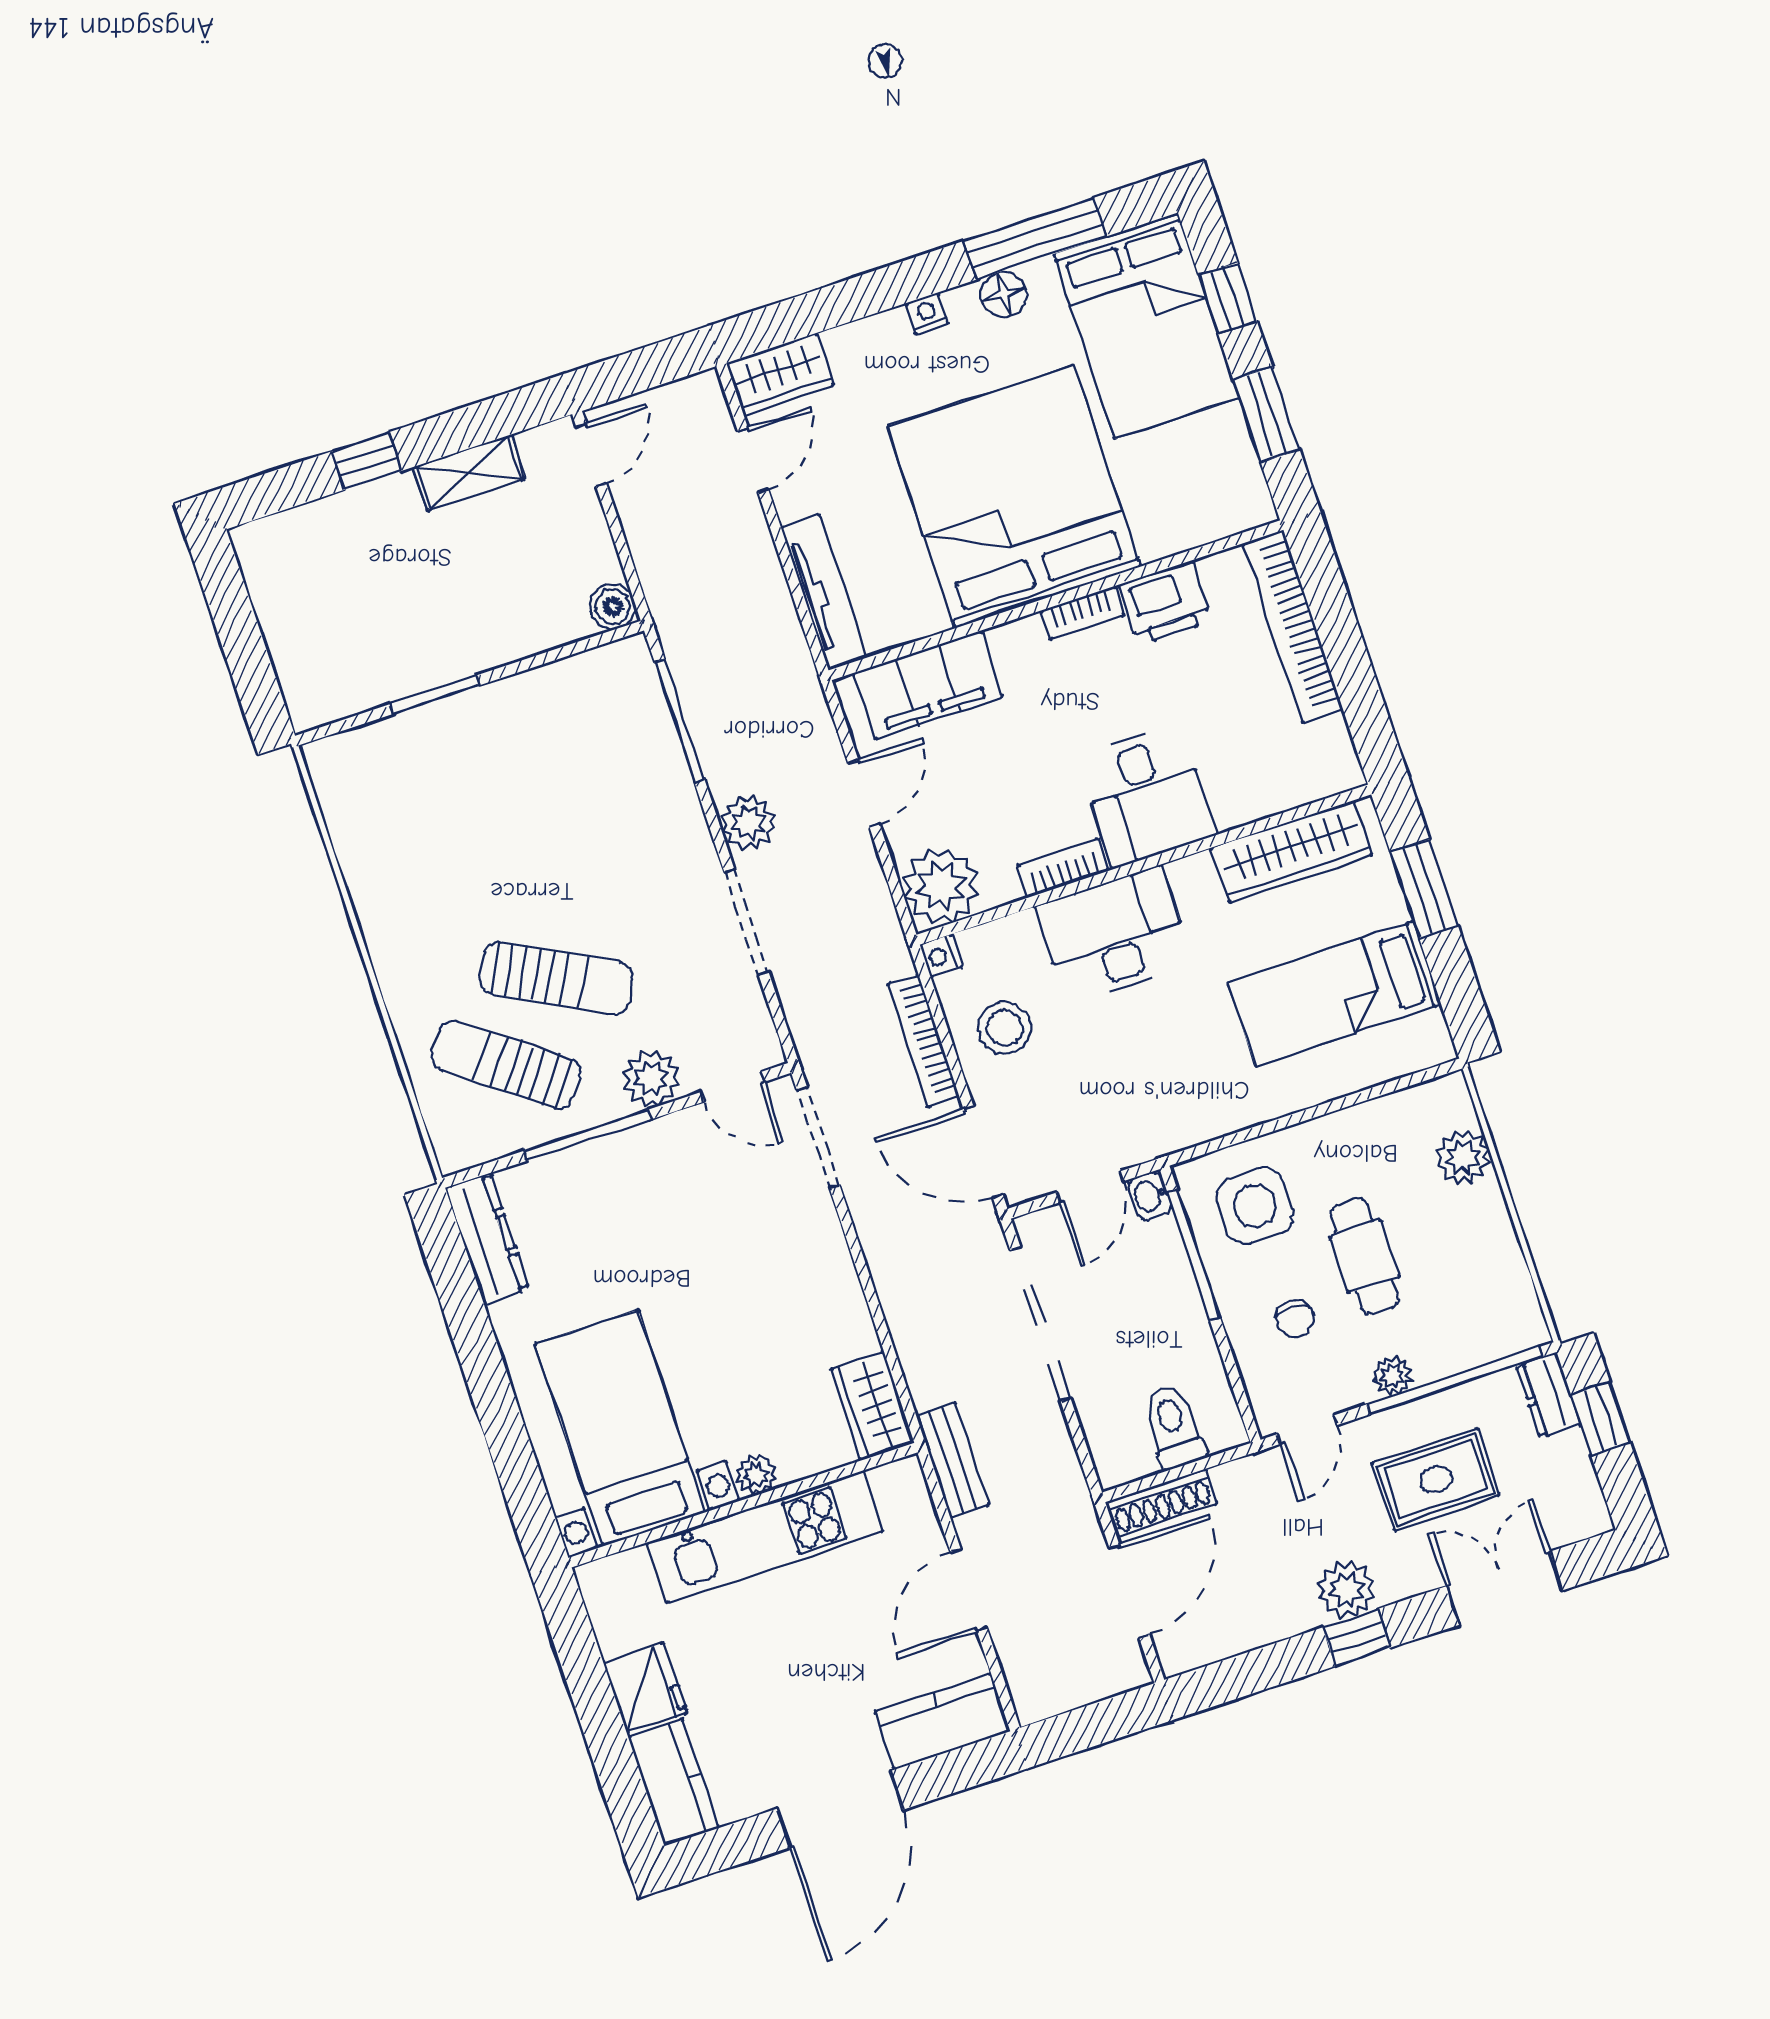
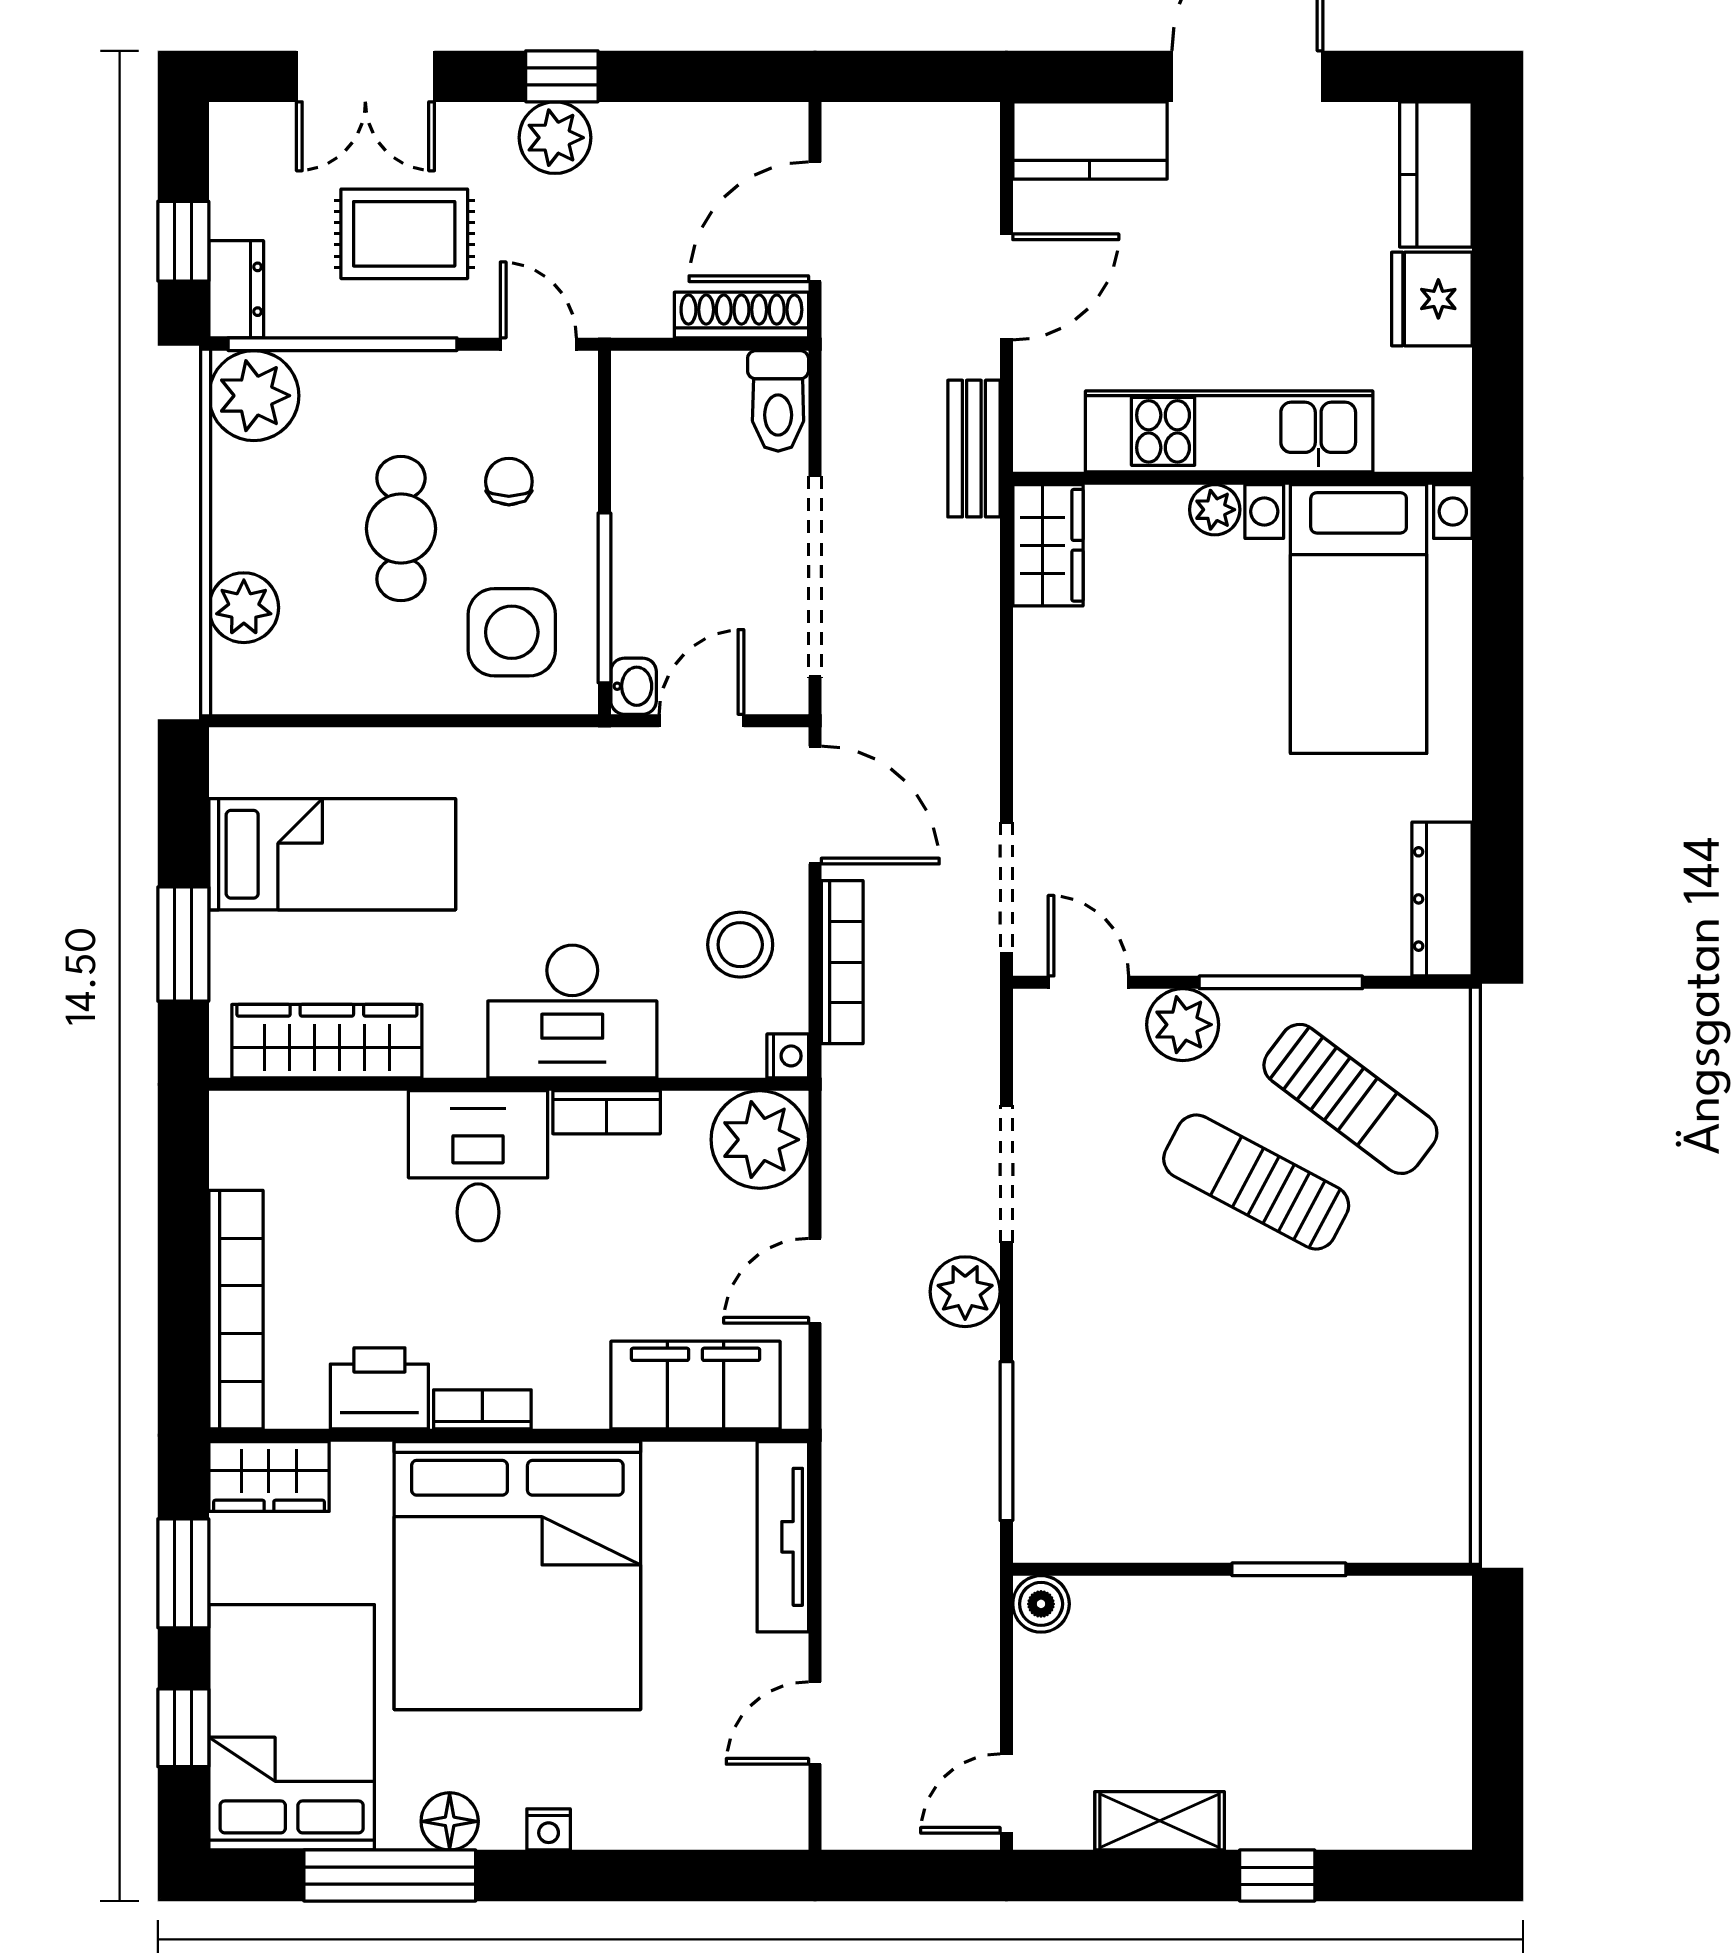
wardrobe: (780, 374) -> (269, 1477), moved, turned 180
plant: (1392, 1376) -> (254, 396), moved, width x1.87, depth x1.87
toilet: (1174, 1427) -> (778, 401), moved
door: (1307, 1430) -> (538, 344), hinge flipped

